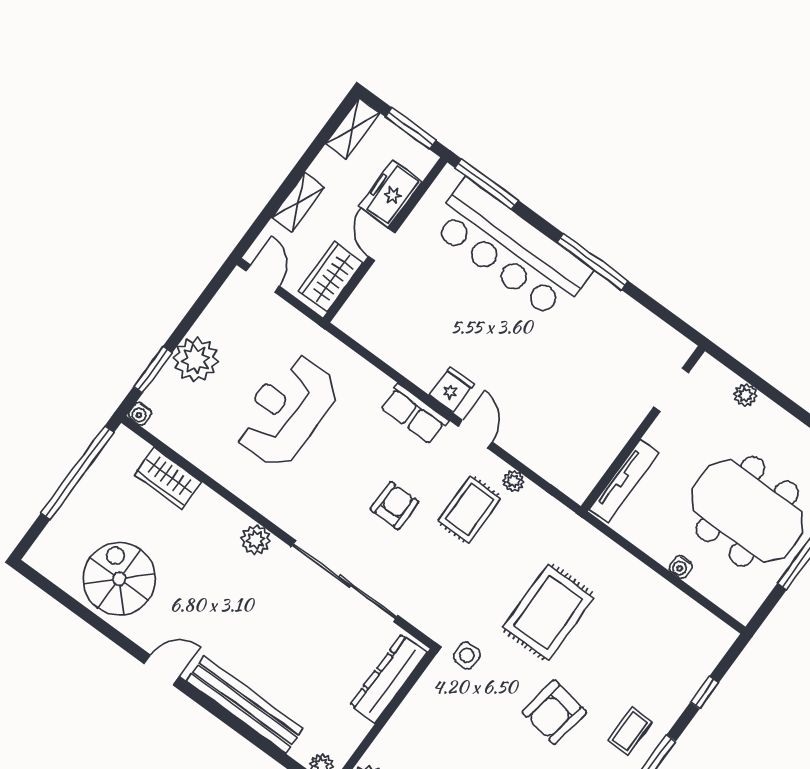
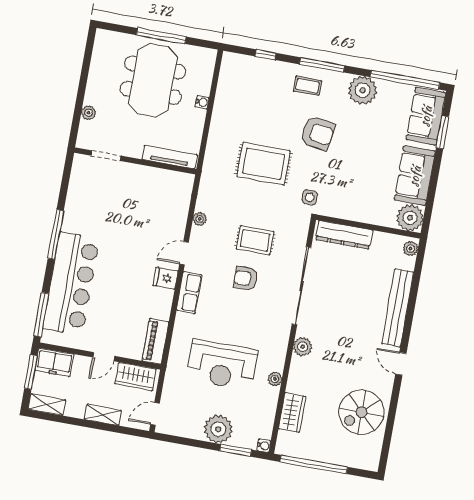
freezer: (391, 194) -> (54, 362), moved
piano: (367, 331) -> (155, 341), added
plant: (229, 477) -> (275, 379), added
rug: (470, 510) -> (255, 240), moved

